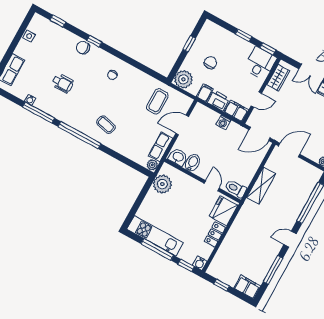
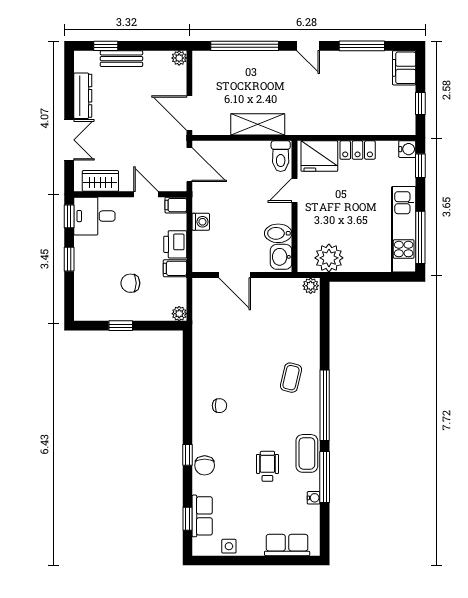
plant: (183, 79) -> (179, 314), width x0.53, depth x0.53
coffee table: (157, 101) -> (307, 453), moved, turned 90
filing cabinet: (236, 111) -> (176, 205), width x0.50
row of seats: (161, 147) -> (202, 516), moved, turned -90
window: (157, 250) -> (420, 237), moved

